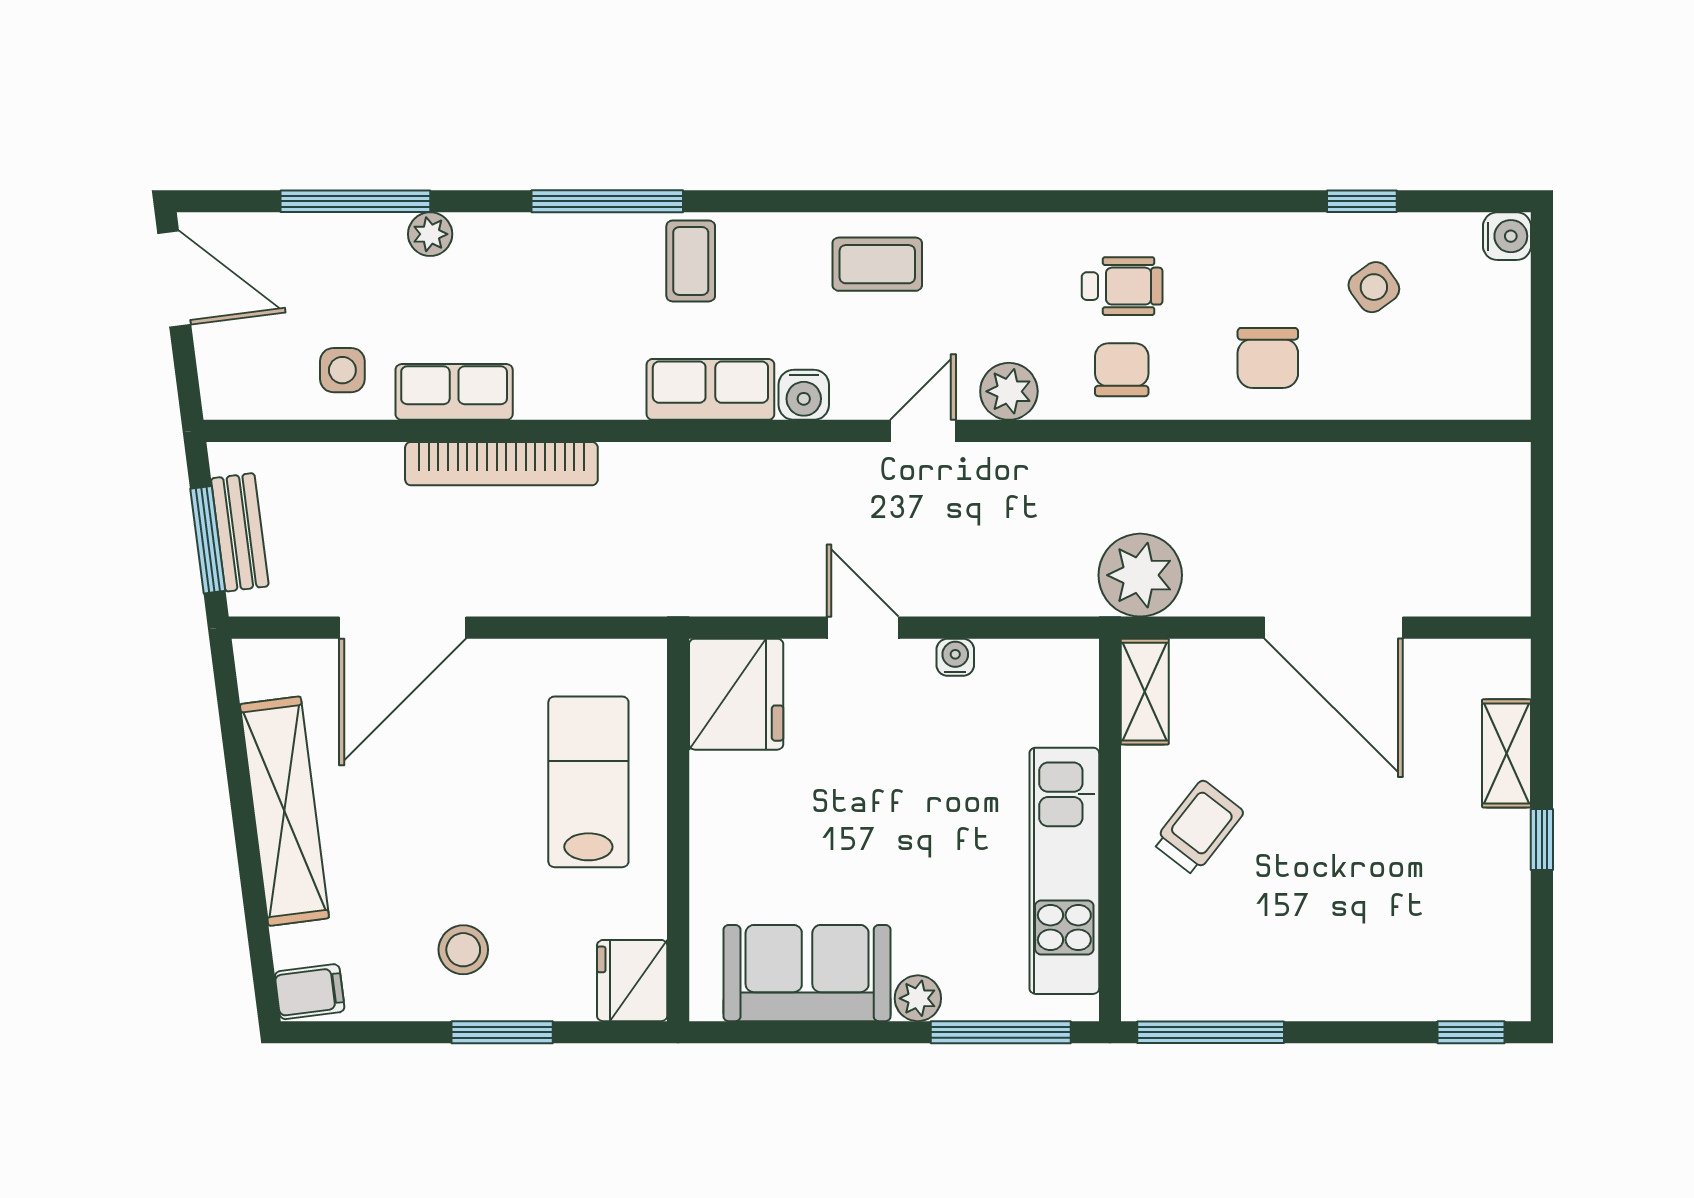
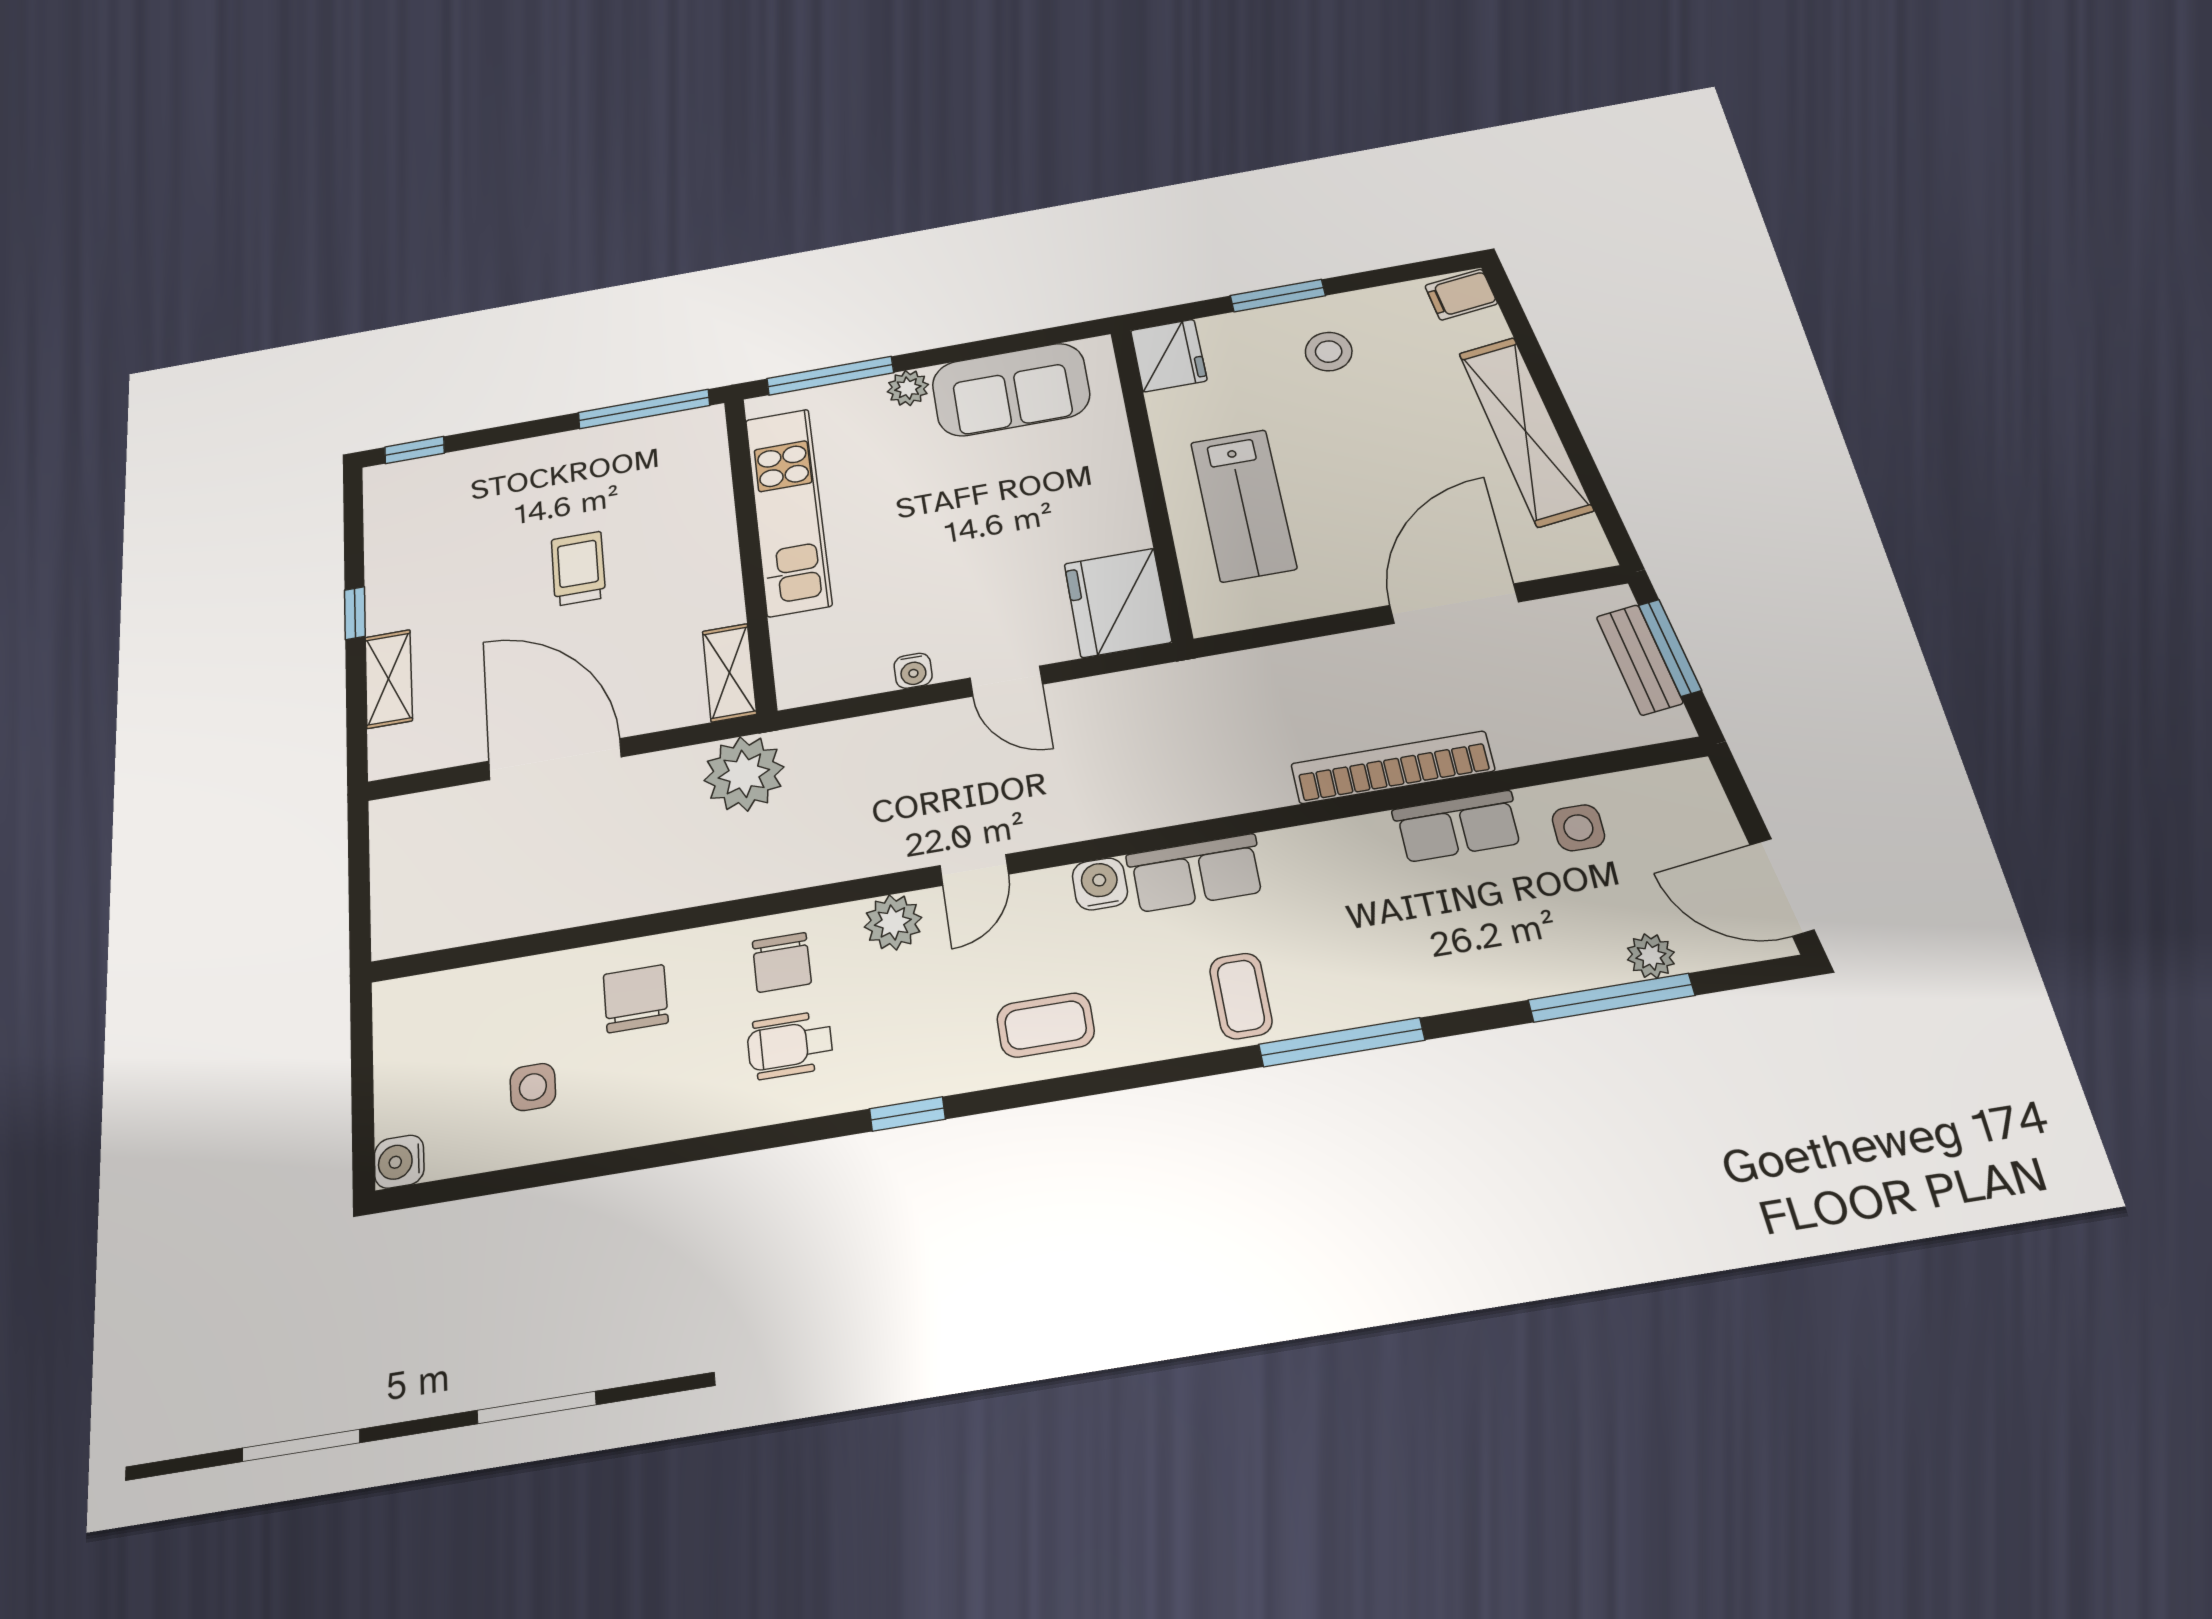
window: (1362, 201) -> (907, 1114), moved
plant: (430, 234) -> (1651, 956), moved
side table: (1374, 287) -> (533, 1087), turned 36
trolley: (1198, 828) -> (578, 569), moved, turned 142

